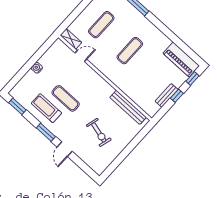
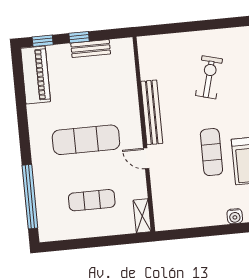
exercise mat: (130, 51) -> (86, 140), width x1.36, depth x1.45
door: (81, 56) -> (146, 158), moved
water cooler: (37, 68) -> (235, 216), moved
bench: (128, 107) -> (152, 112), moved

